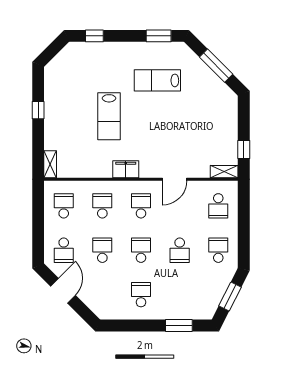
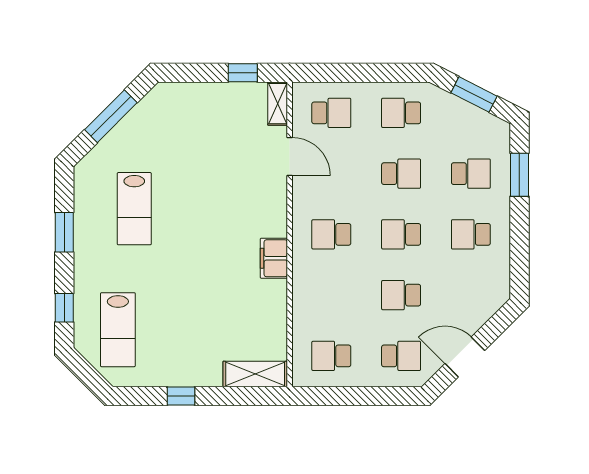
window: (159, 36) -> (64, 232), moved
lab bench: (109, 116) -> (118, 330), moved, turned 90
shelving: (50, 164) -> (255, 374), width x1.50, depth x1.33
door: (175, 179) -> (290, 157), moved
school desk: (102, 206) -> (471, 174), moved, turned 180

